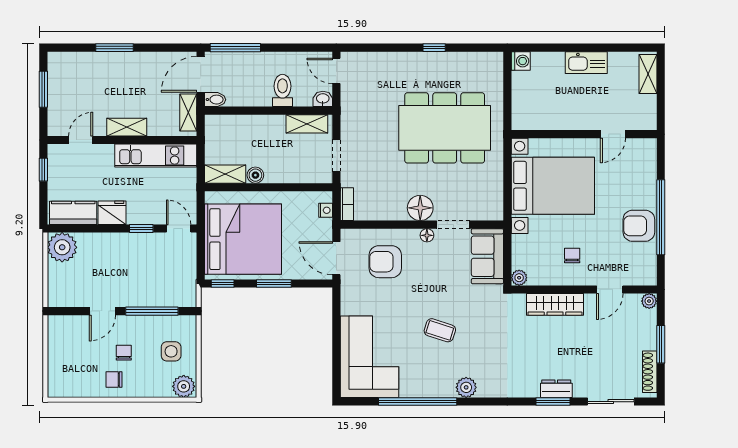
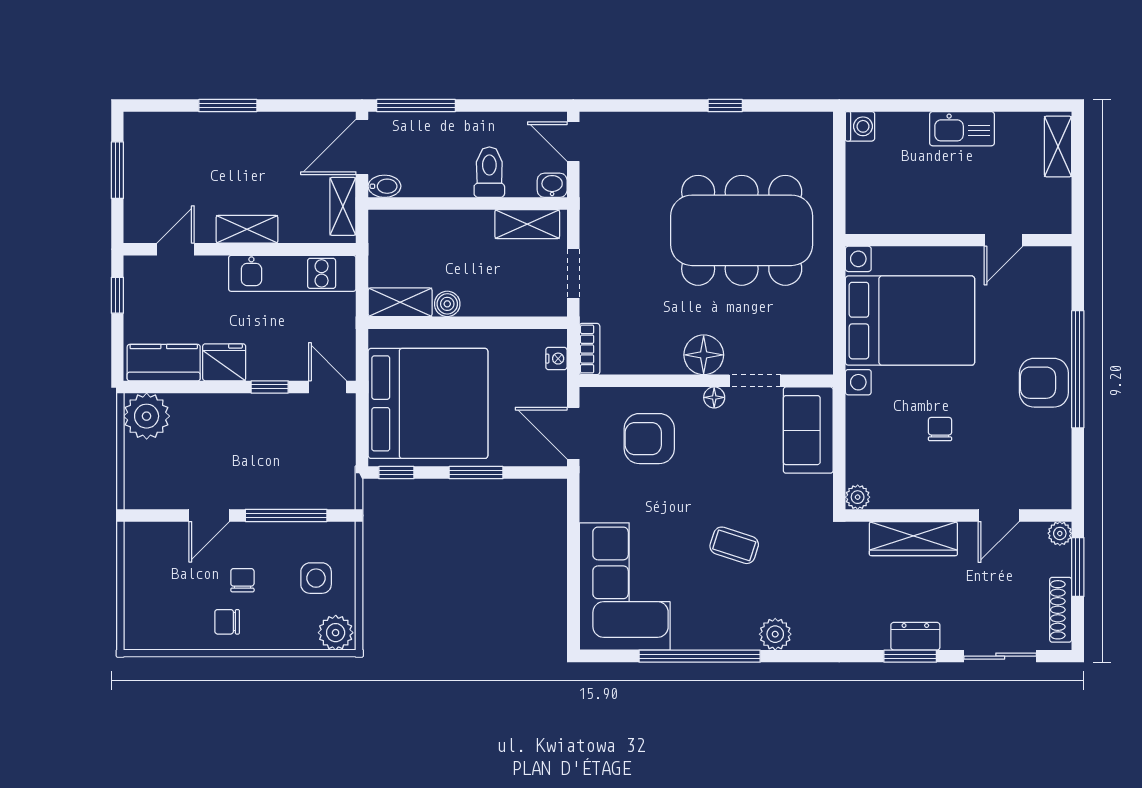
plant: (519, 278) -> (858, 497), moved
wall: (584, 289) -> (959, 515), moved
door: (610, 289) -> (999, 515), moved
plant: (649, 301) -> (1060, 533), moved
wardrobe: (555, 304) -> (913, 539), moved

